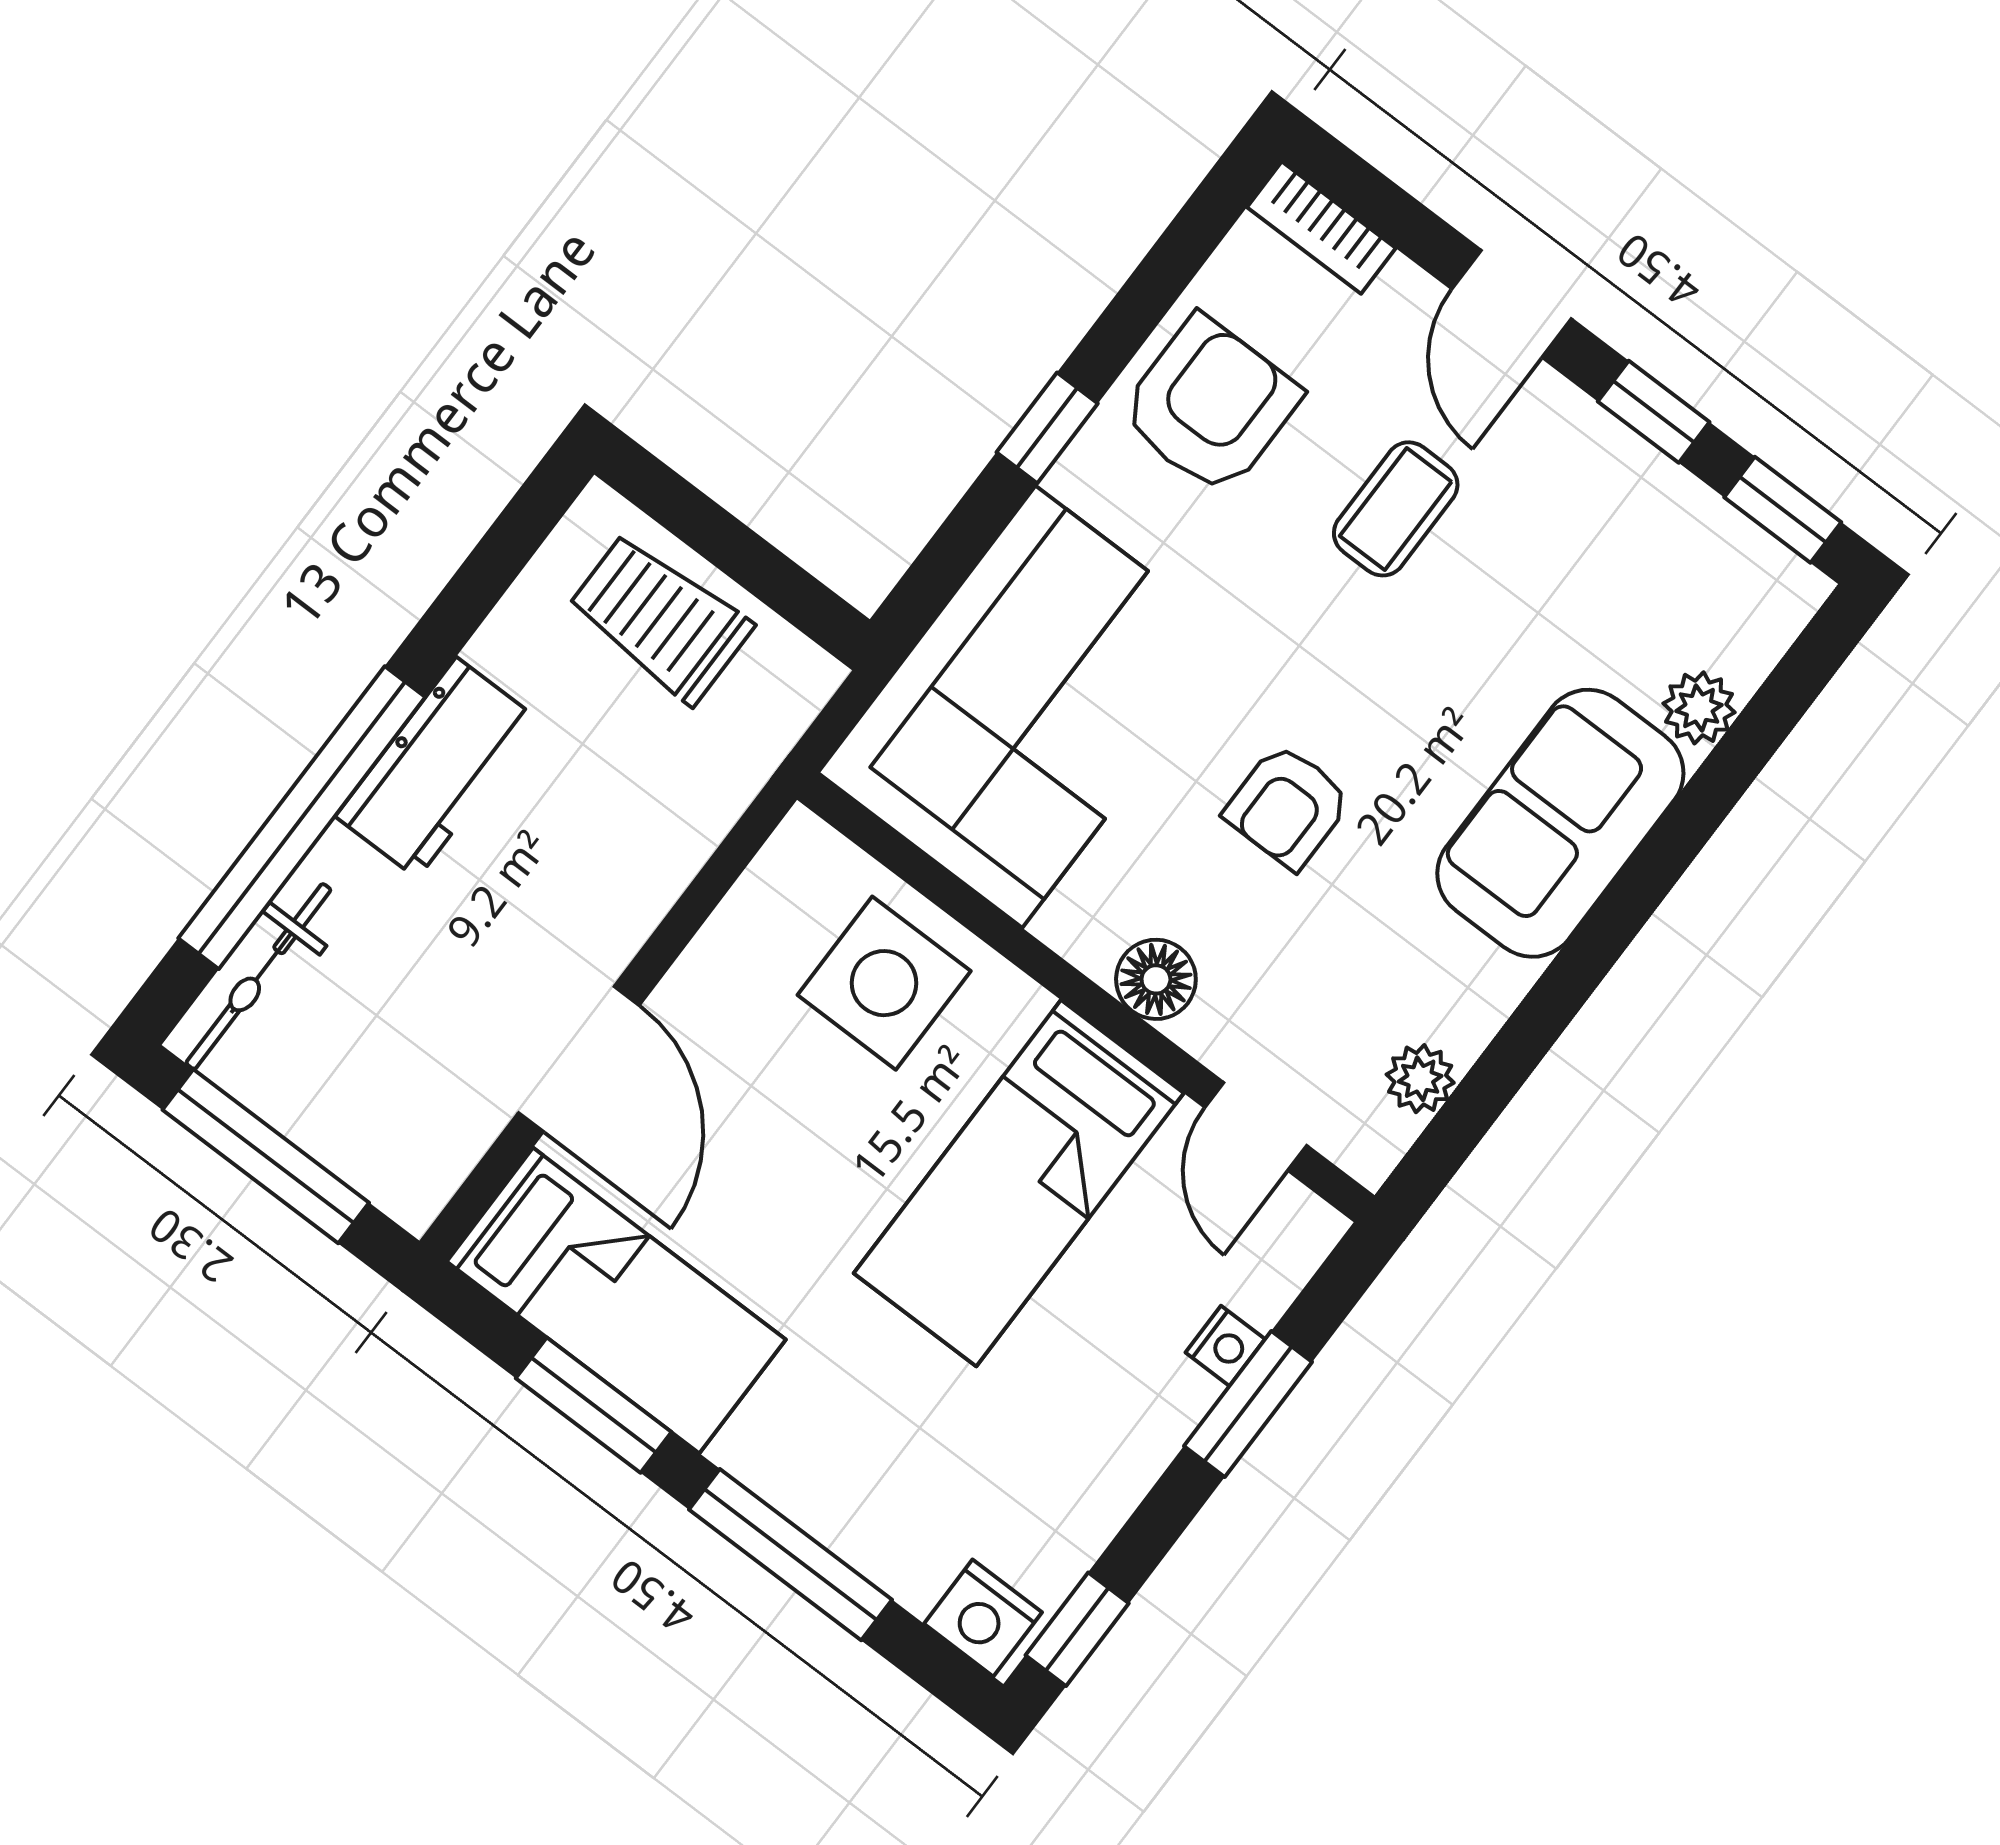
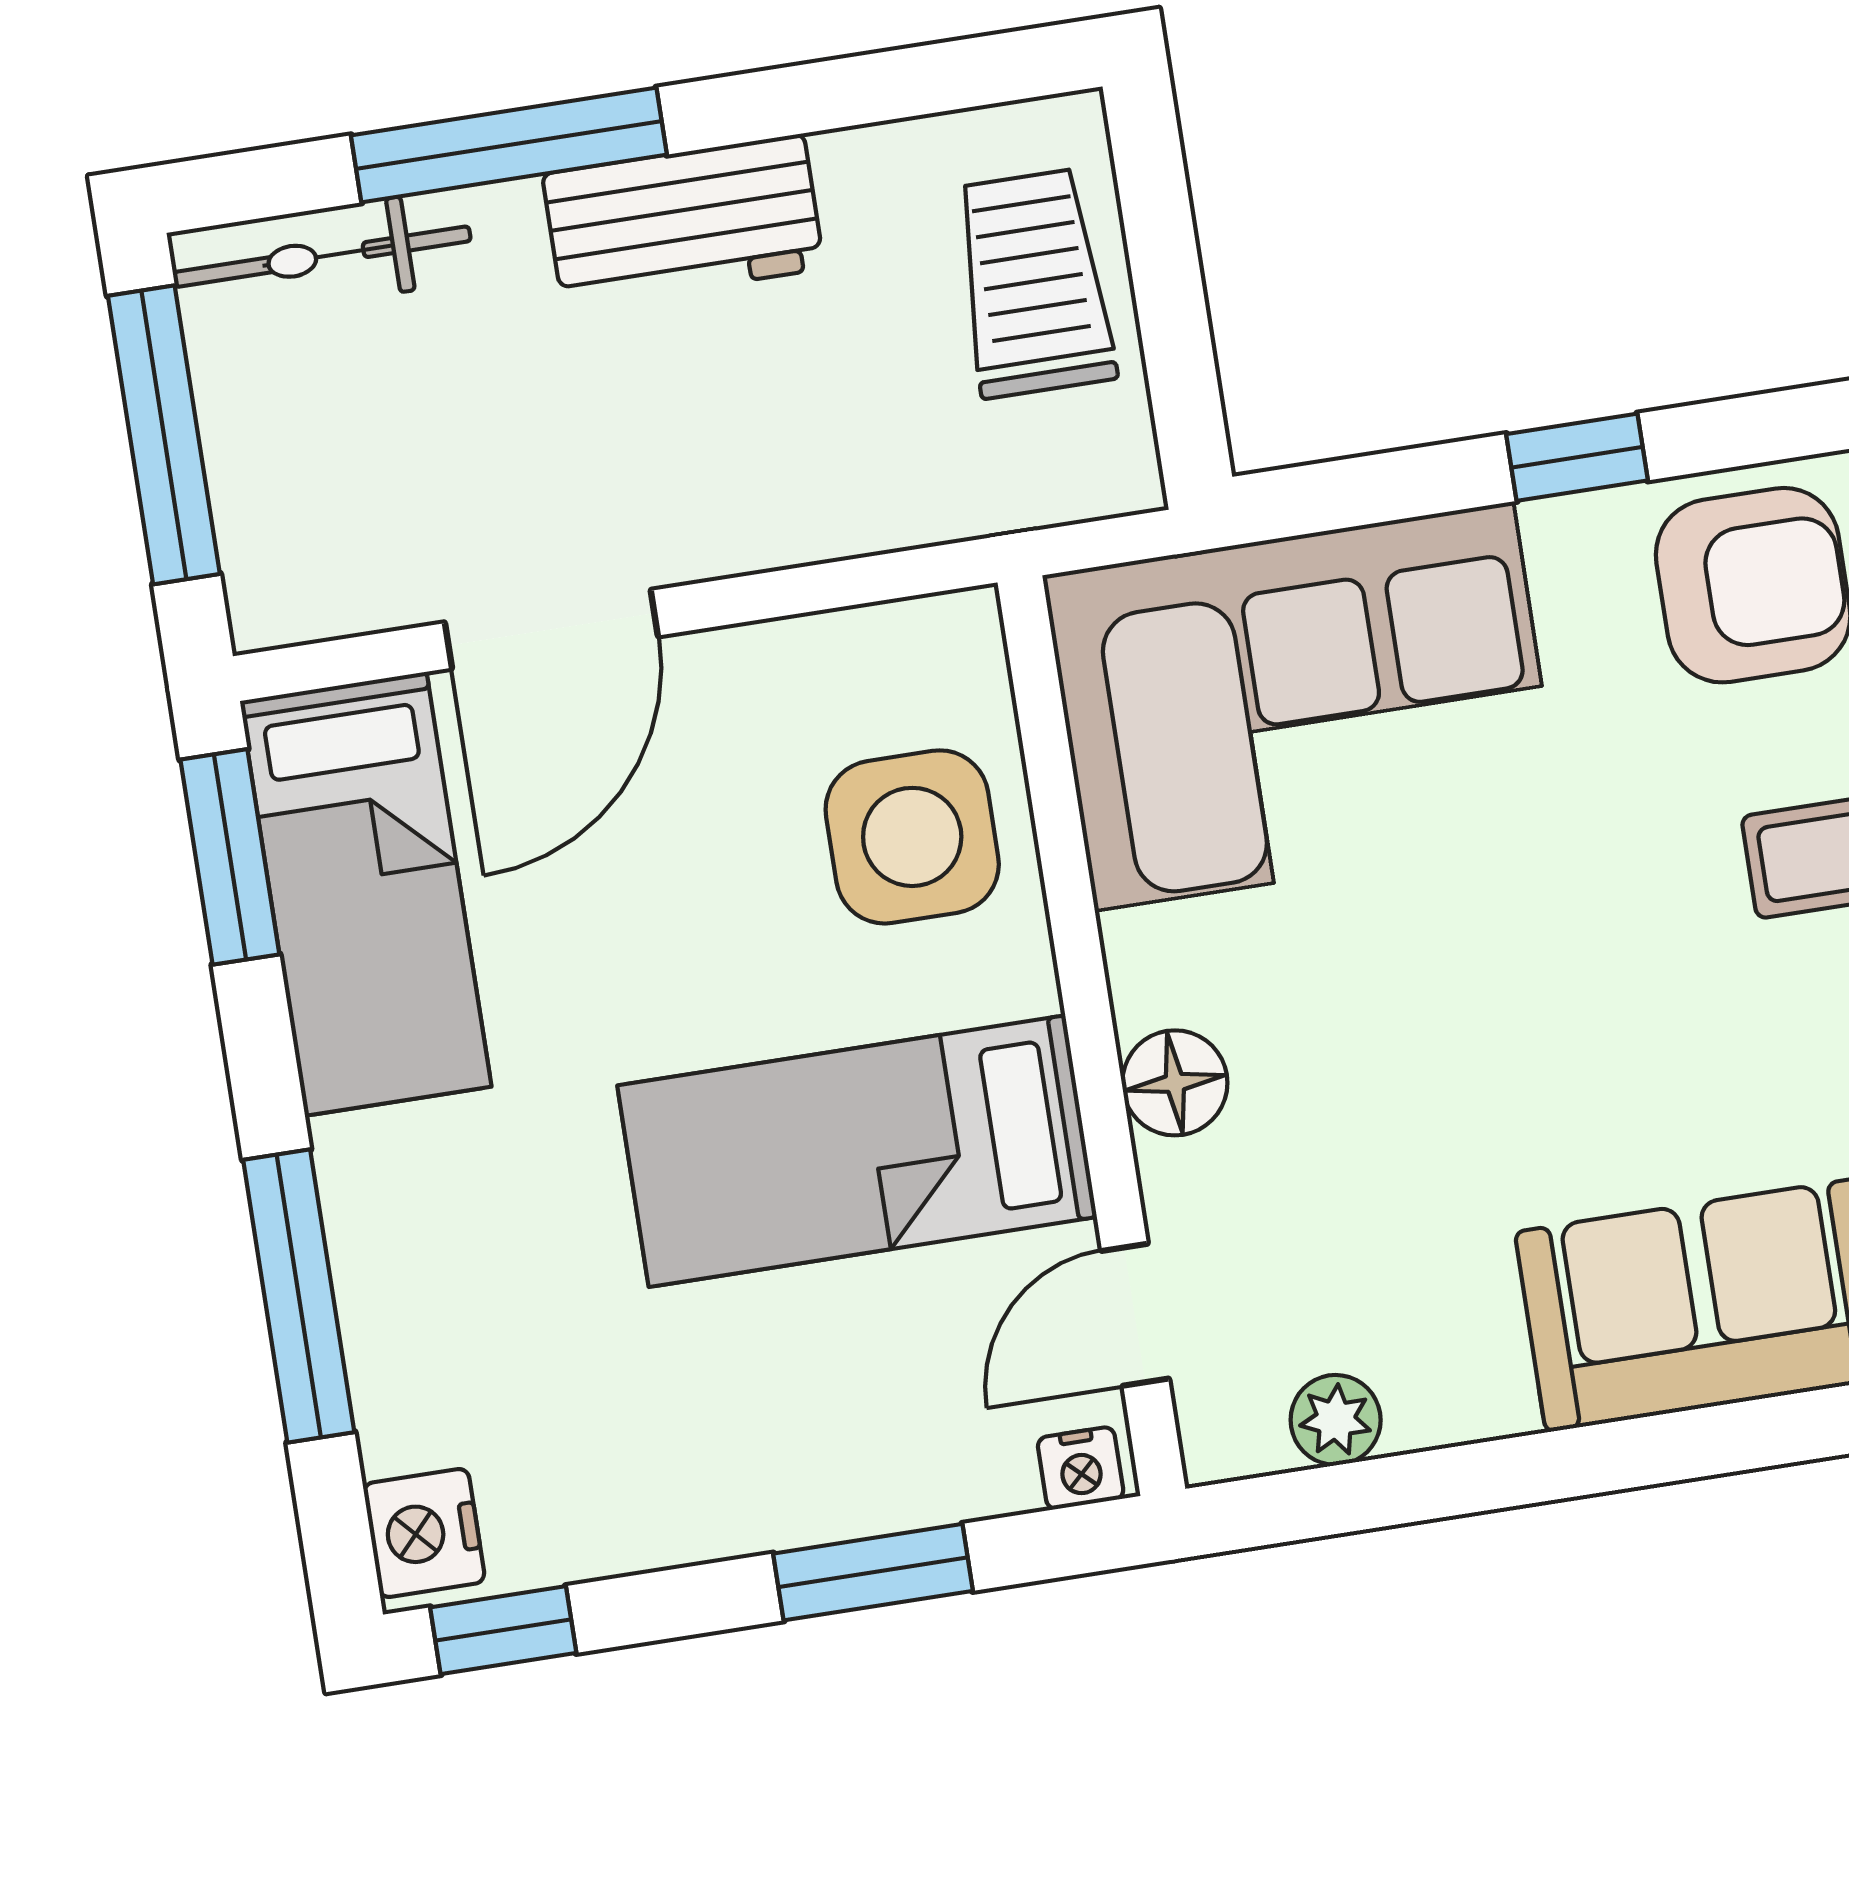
armchair: (1288, 806) -> (1459, 1039), removed
window: (302, 818) -> (509, 145), width x0.68
nightstand: (1225, 1346) -> (1081, 1468), moved
window: (594, 1405) -> (230, 857), moved

